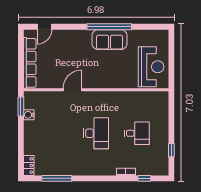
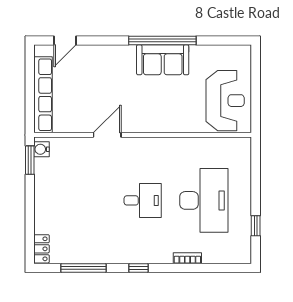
water cooler: (29, 115) -> (42, 149), moved
desk: (96, 133) -> (143, 200), width x0.73
desk: (137, 133) -> (204, 200), width x1.87, depth x1.30
window: (144, 178) -> (138, 268), moved

